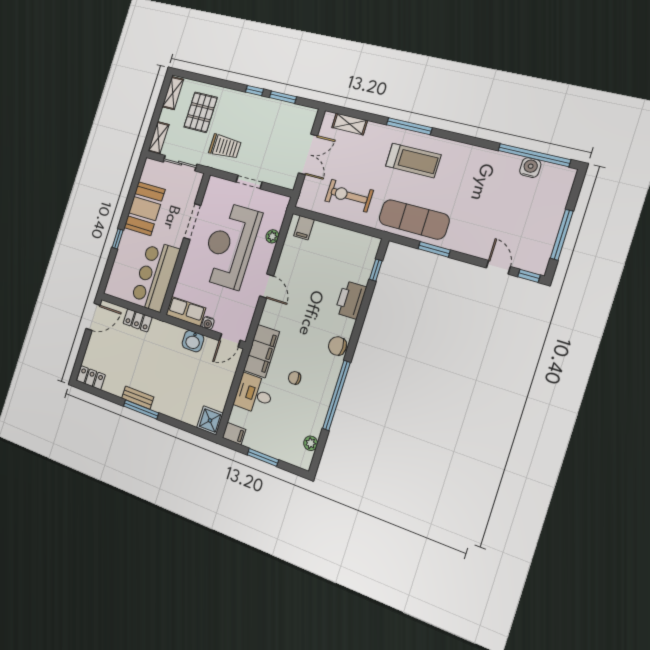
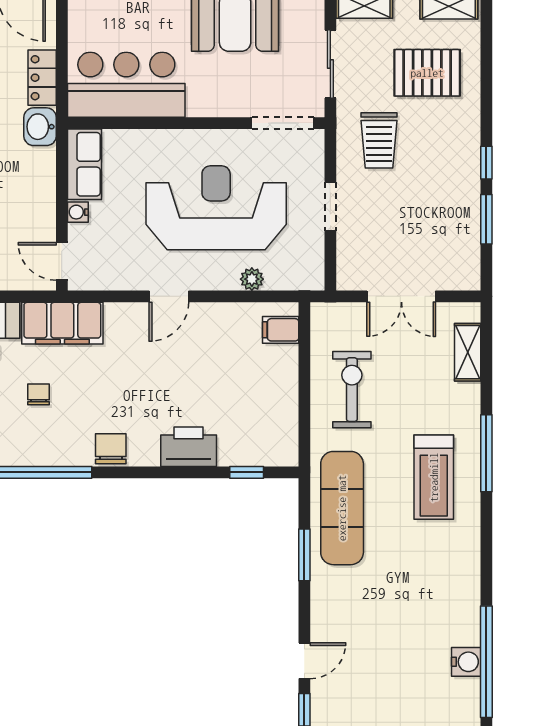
doorway: (192, 222) -> (283, 123), moved
washbasin: (193, 341) -> (40, 127), moved

